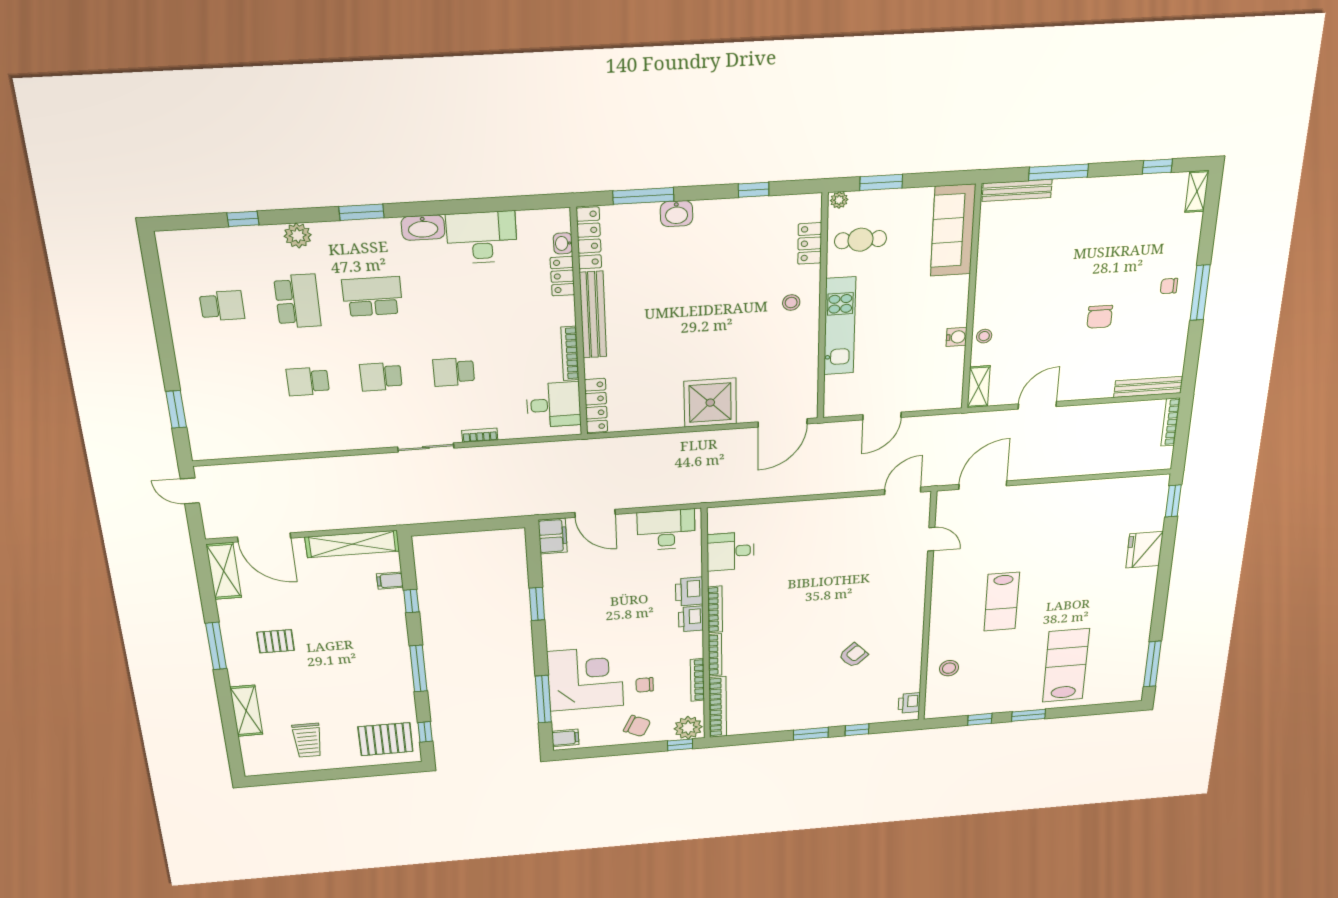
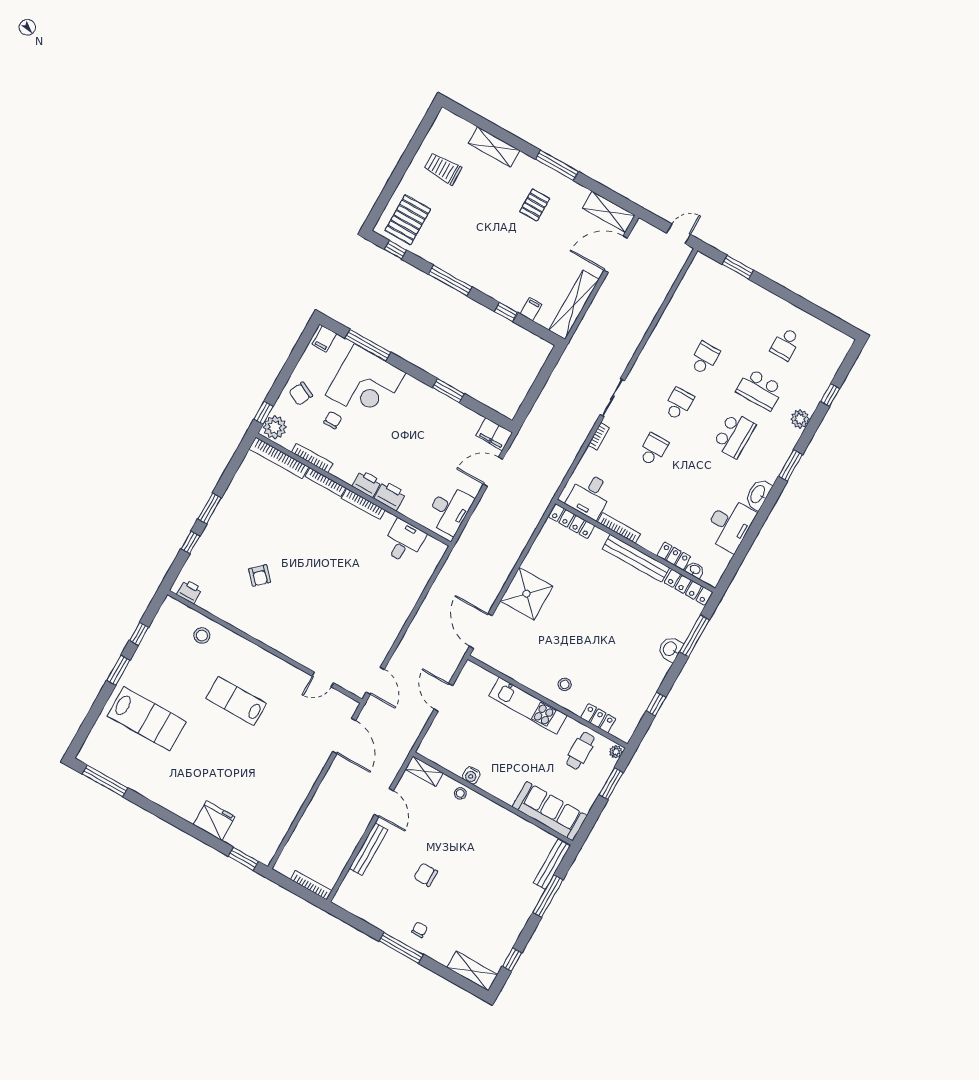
shelving: (1197, 191) -> (472, 971), width x1.50, depth x1.33
bench: (1148, 387) -> (369, 849), moved

